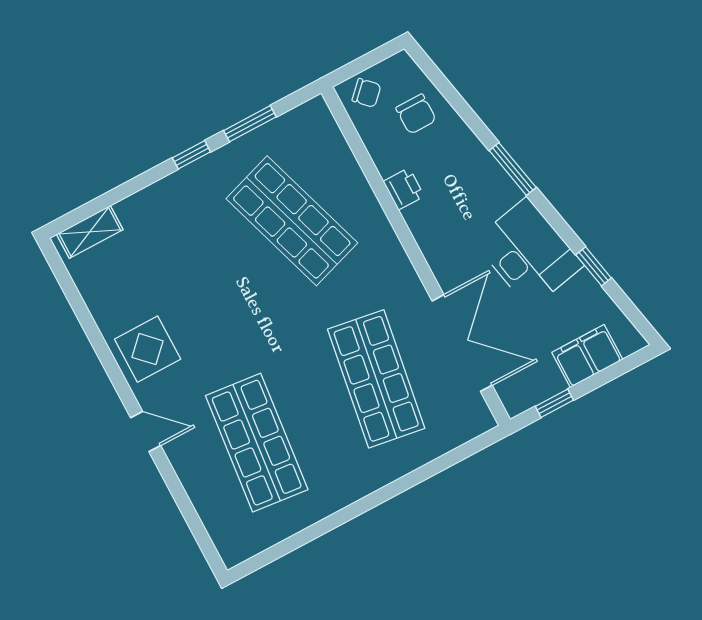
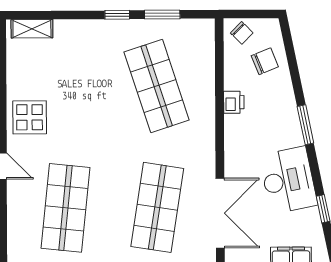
chair: (416, 114) -> (265, 61), turned -112

